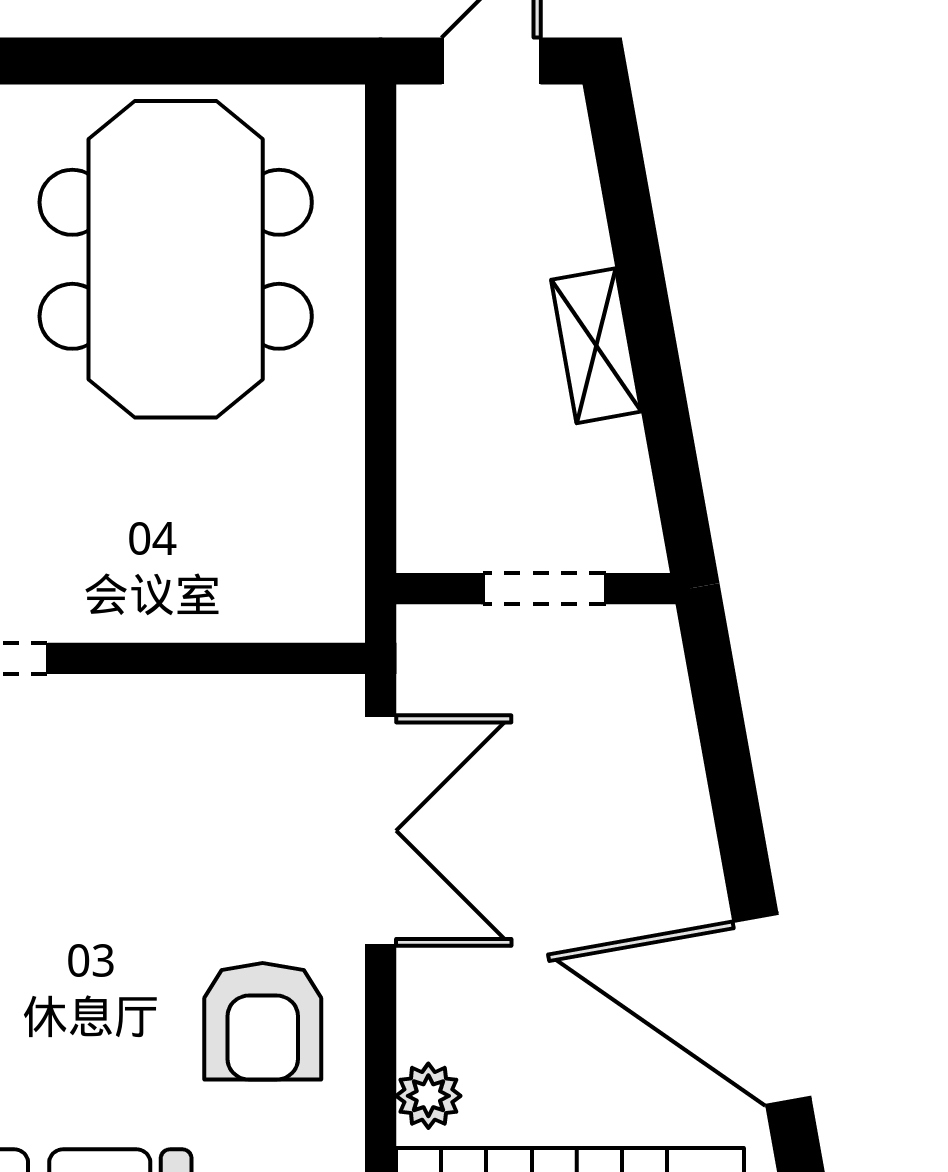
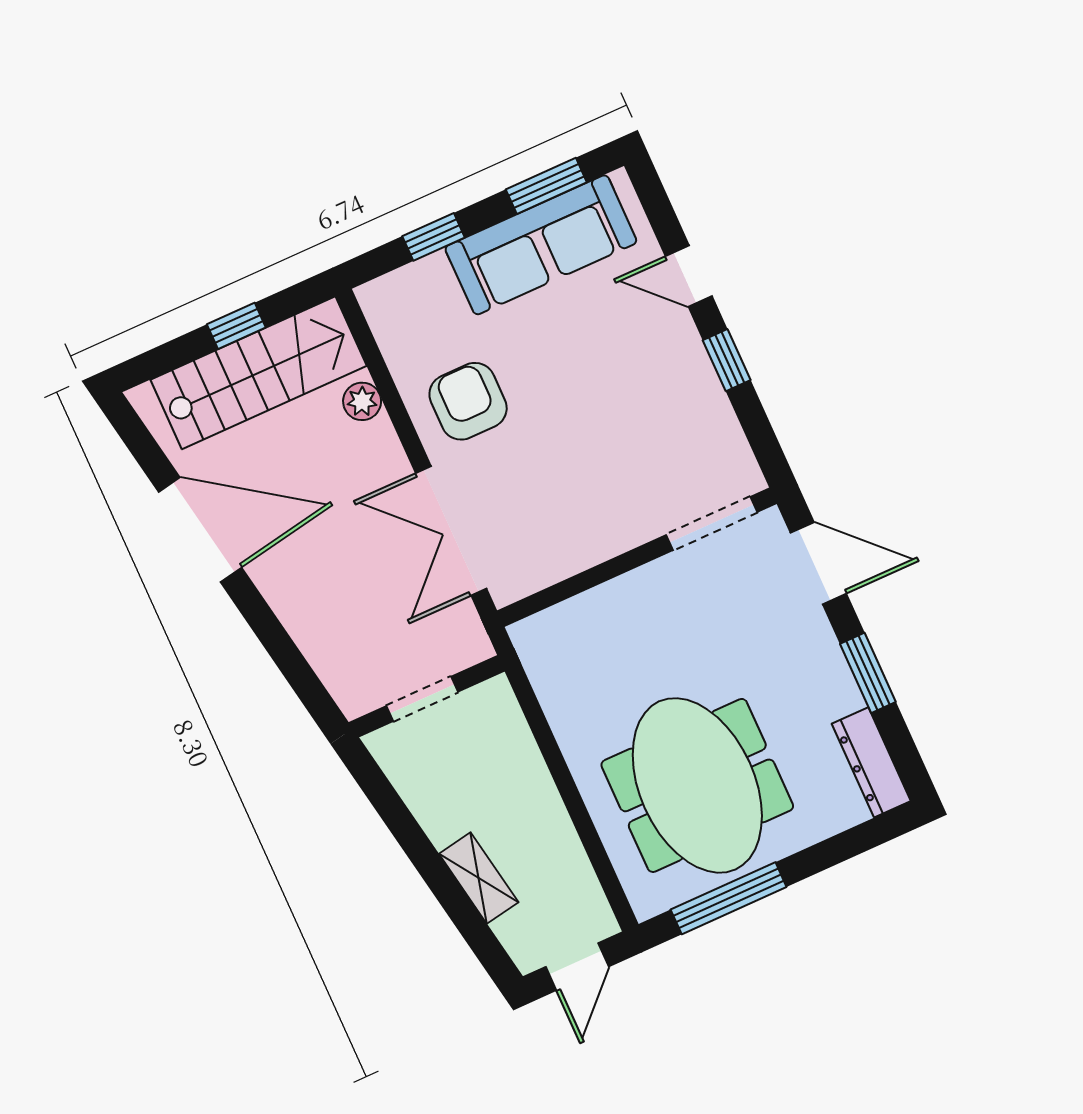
window: (206, 61) -> (729, 898), added
shelving: (596, 346) -> (479, 878), moved

